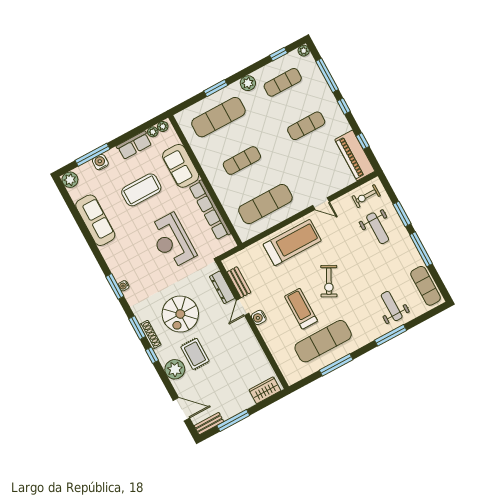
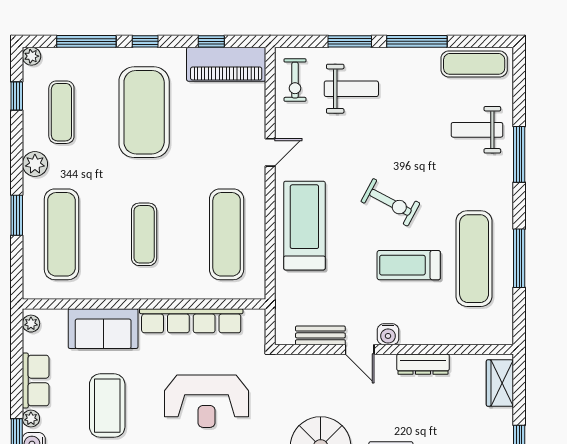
exercise mat: (306, 126) -> (144, 112), width x2.00, depth x1.45
plant: (153, 132) -> (31, 419), moved
dresser: (222, 287) -> (423, 364), moved

